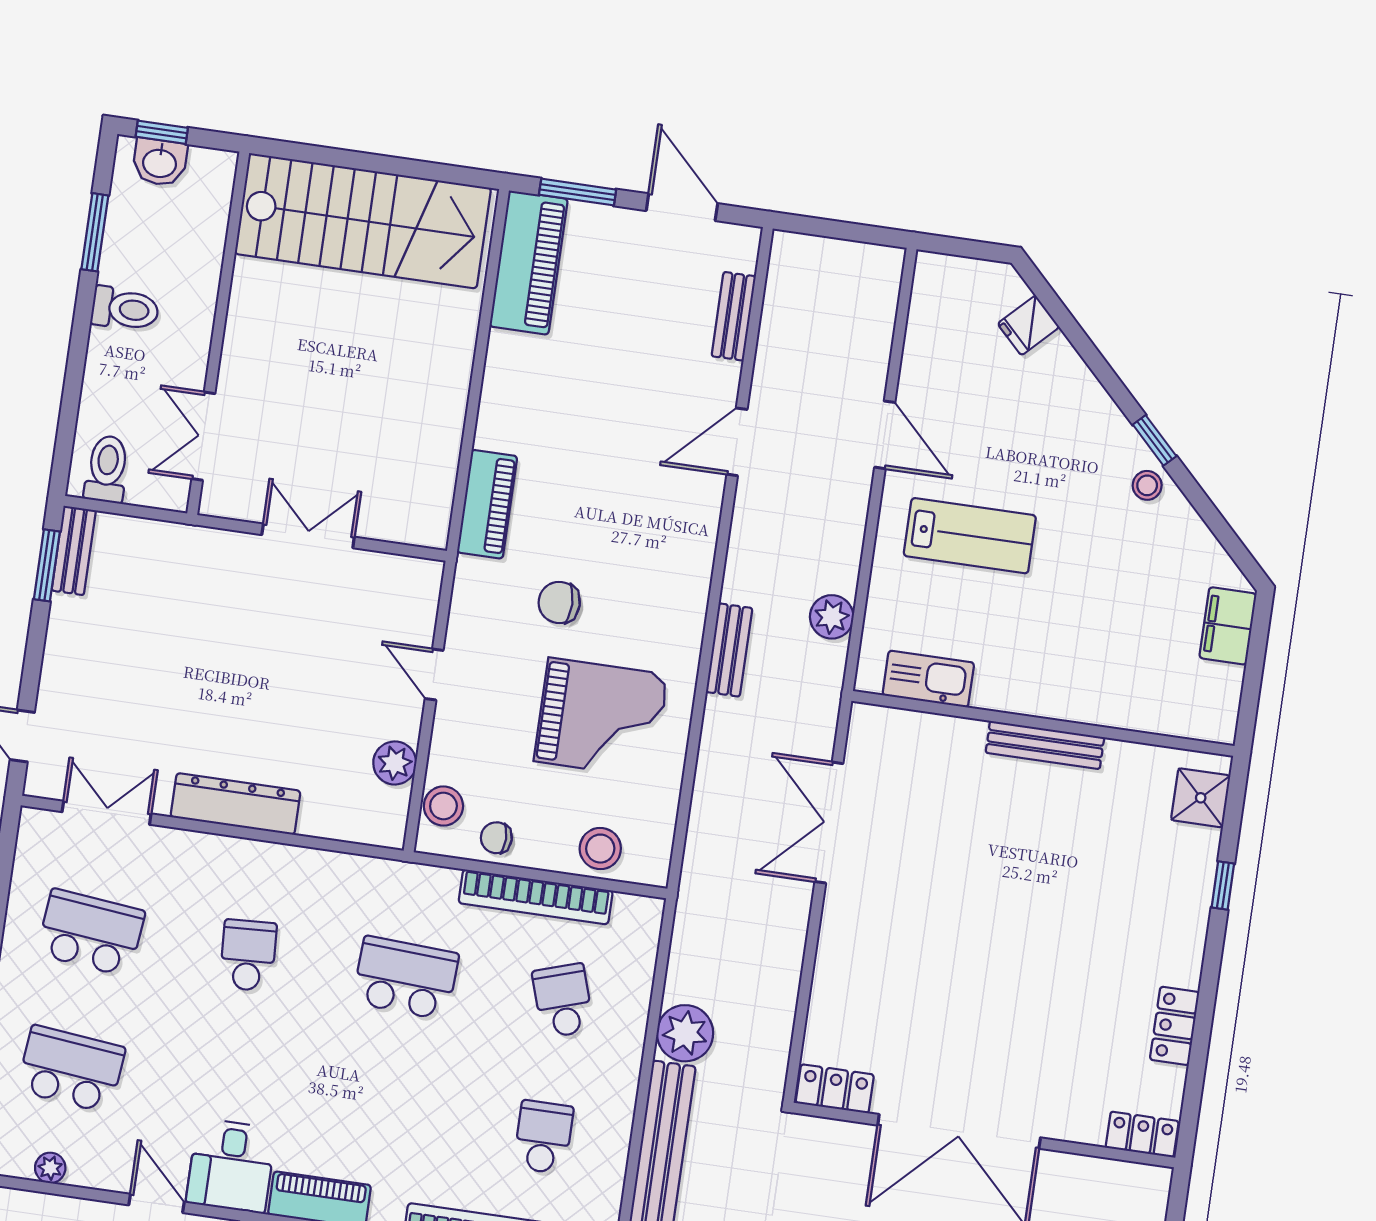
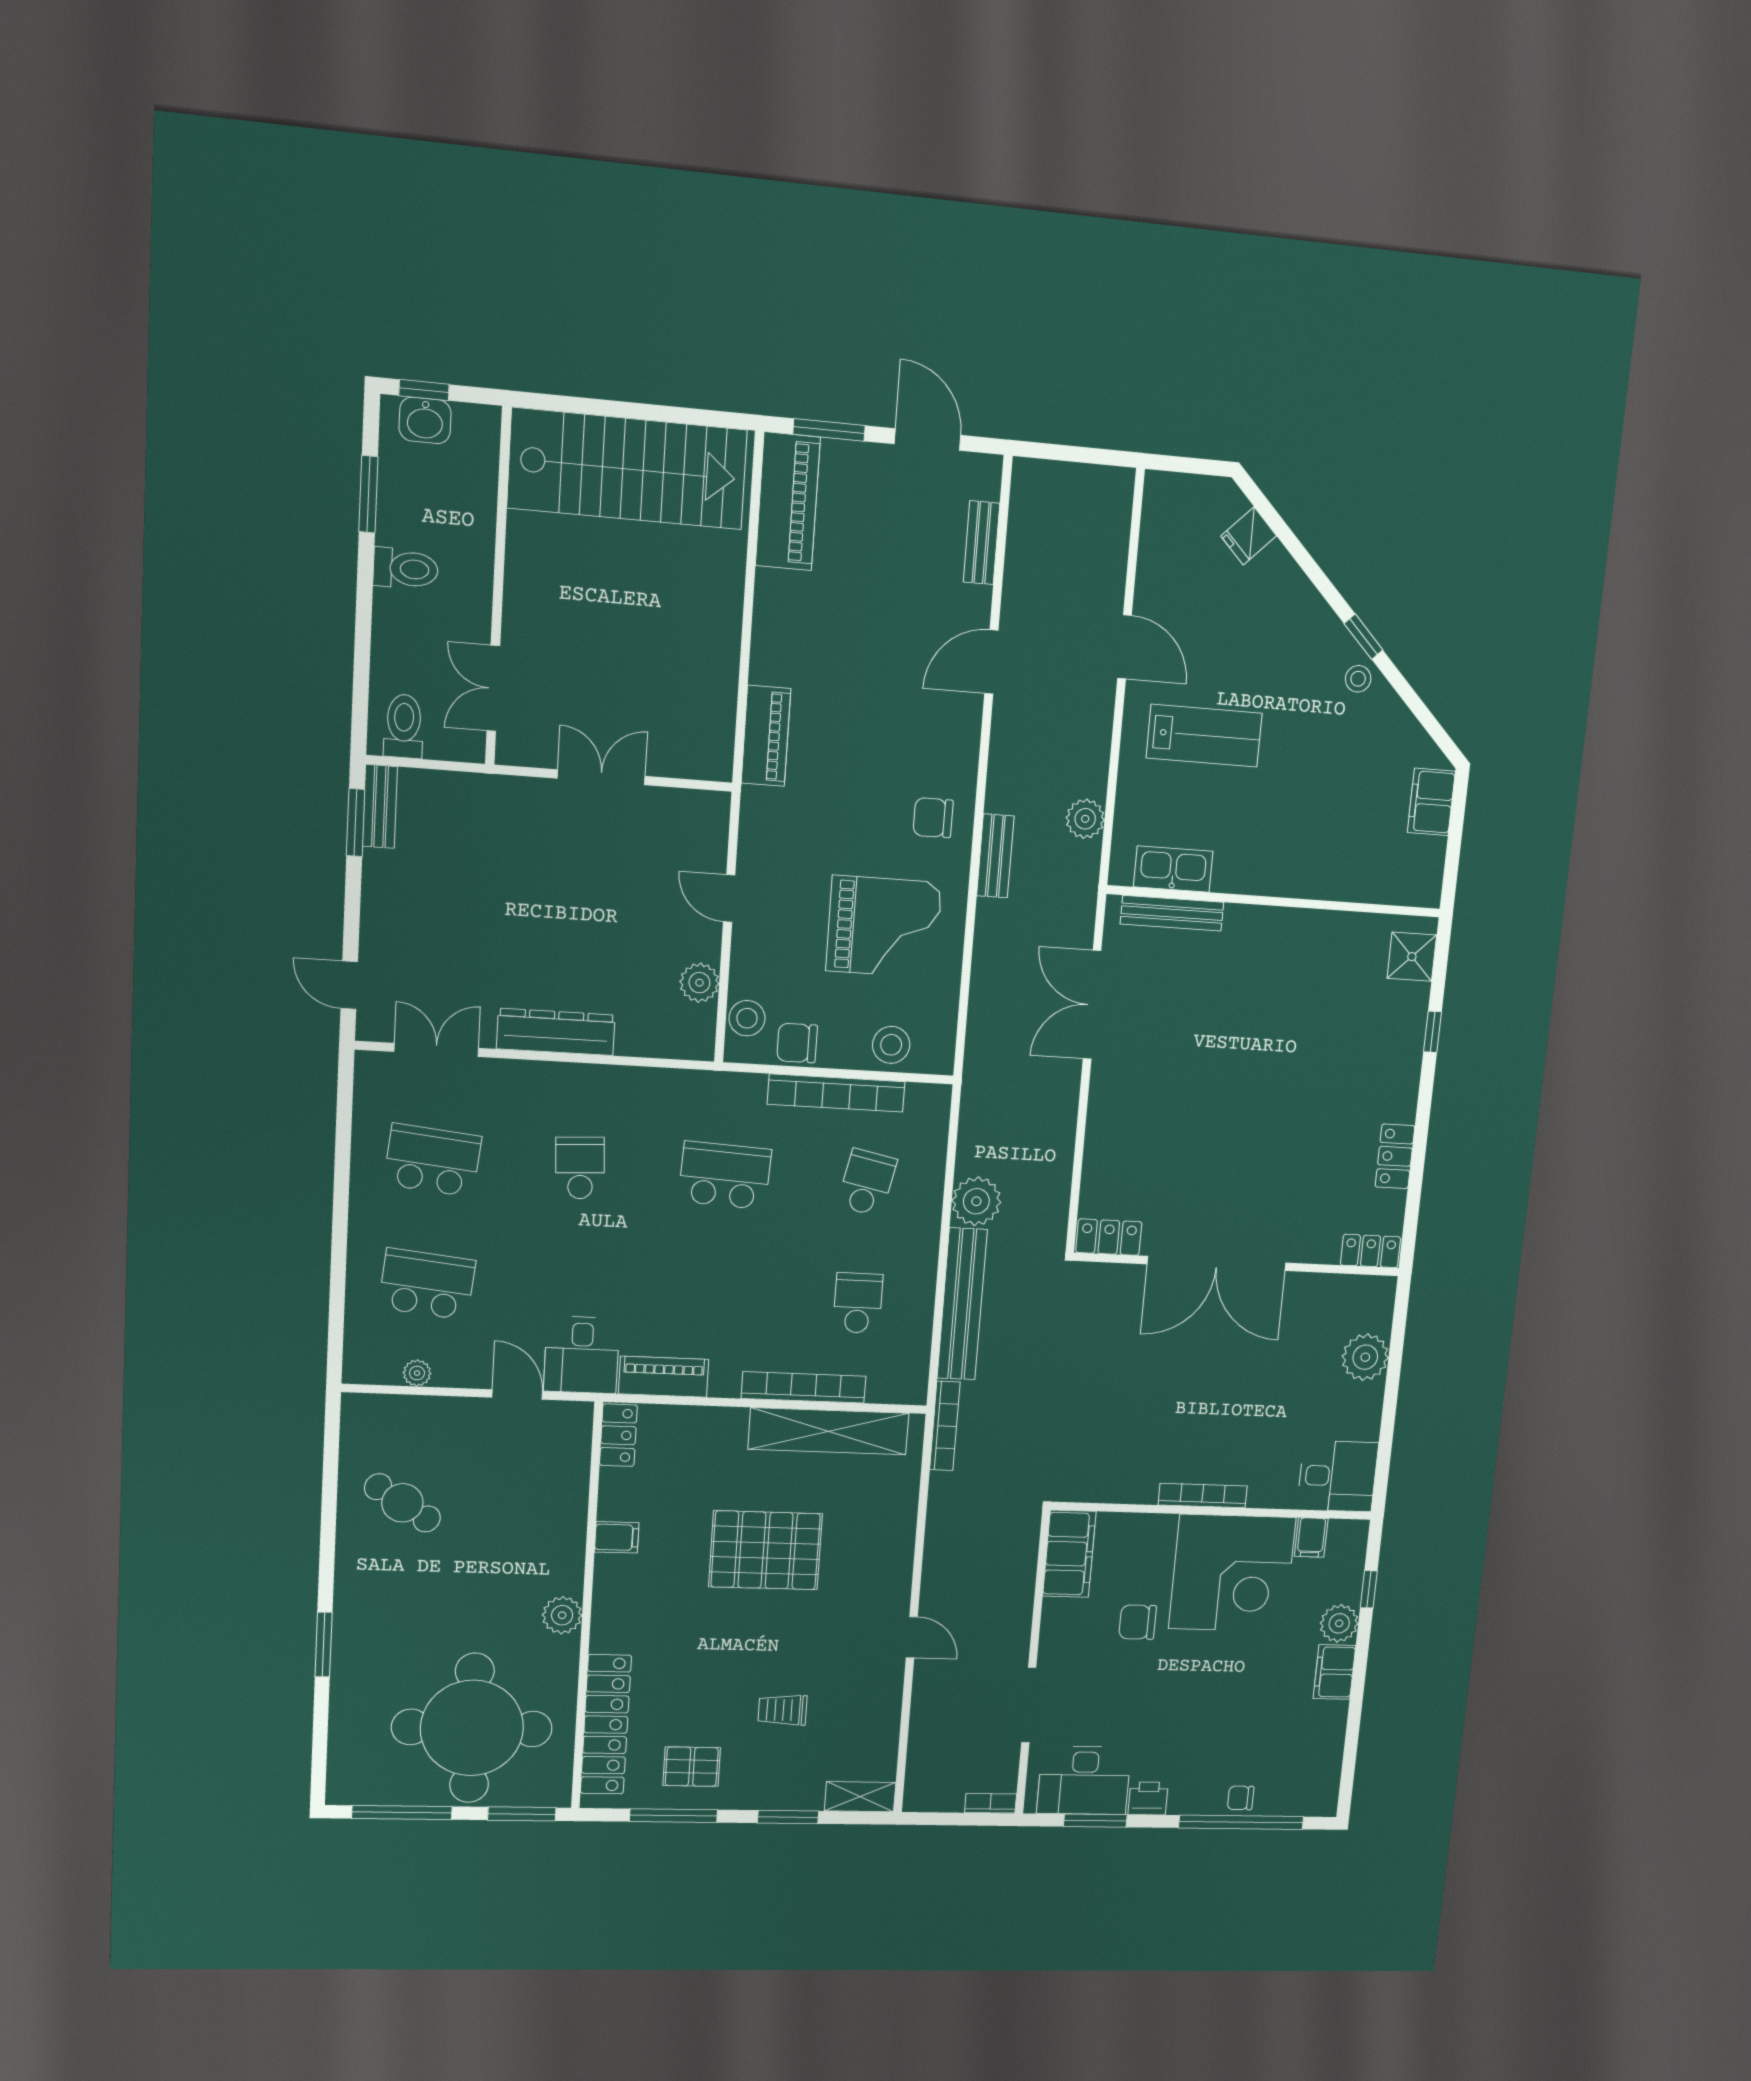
chair: (559, 602) -> (933, 818), moved
bench: (1045, 745) -> (1172, 913), moved
chair: (496, 838) -> (797, 1043), width x1.37, depth x1.37
school desk: (563, 1001) -> (867, 1183), turned 30

